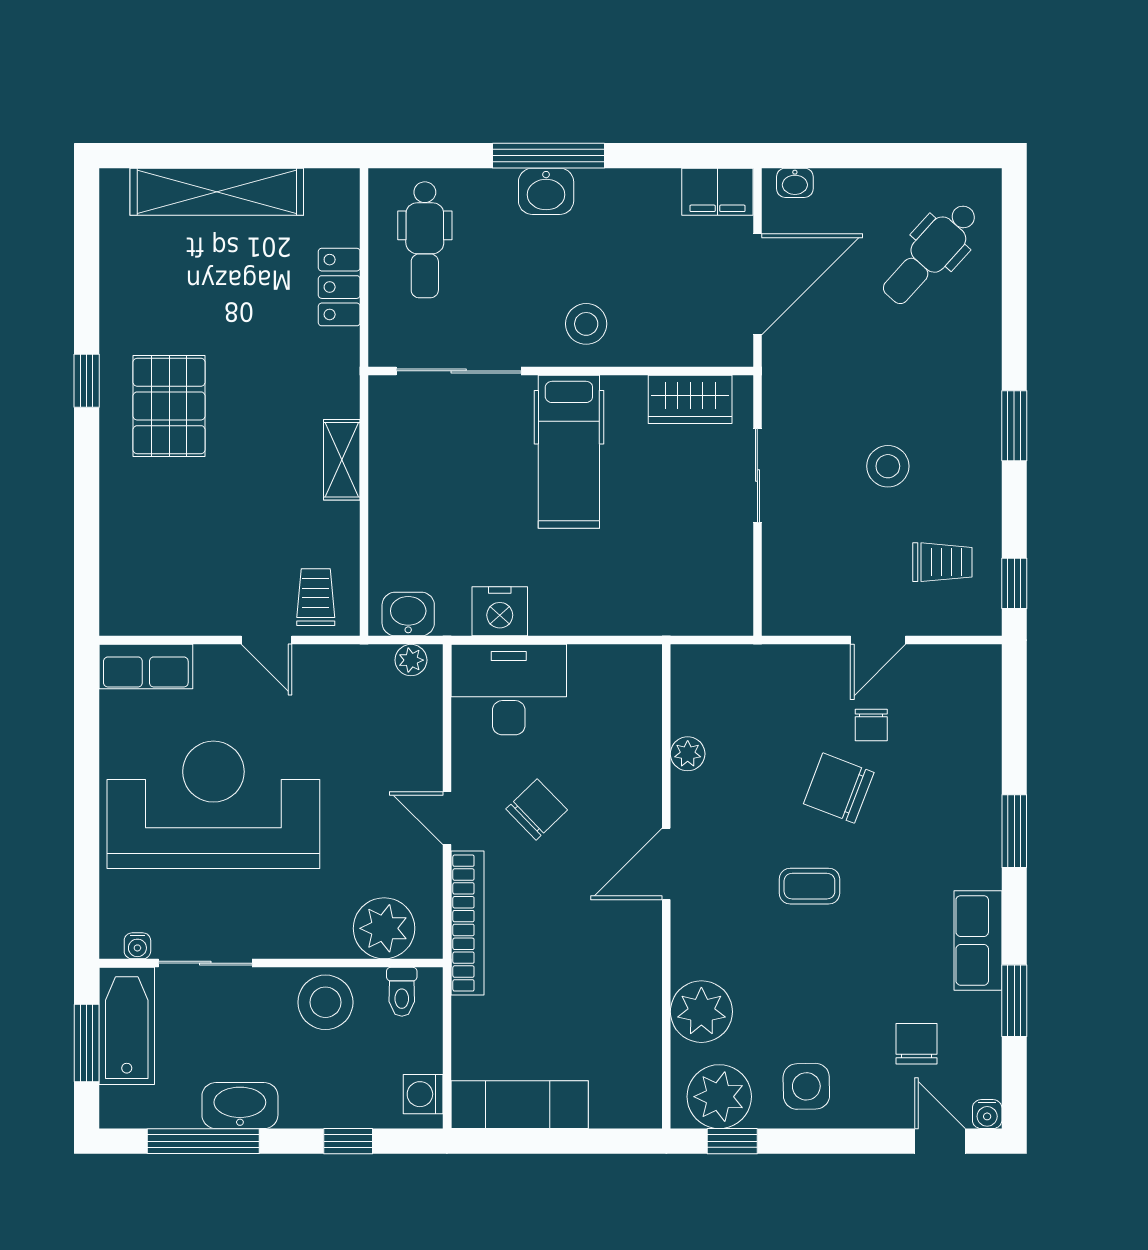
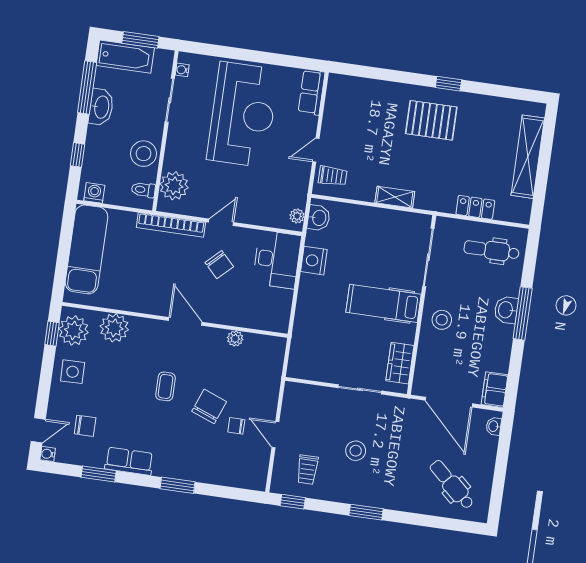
bathtub: (127, 1026) -> (125, 57), moved
exam couch: (520, 1105) -> (86, 249), width x1.36, depth x1.45

